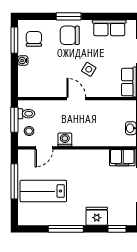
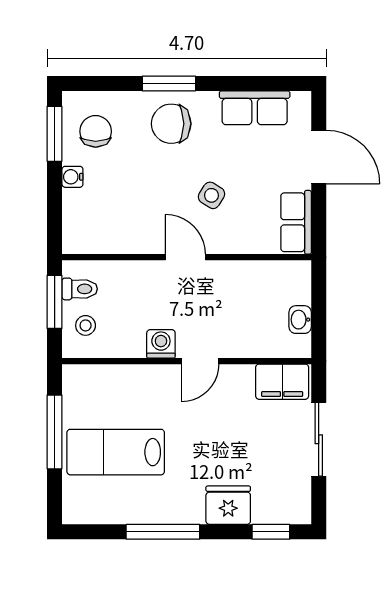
door: (44, 148) -> (200, 361), moved

